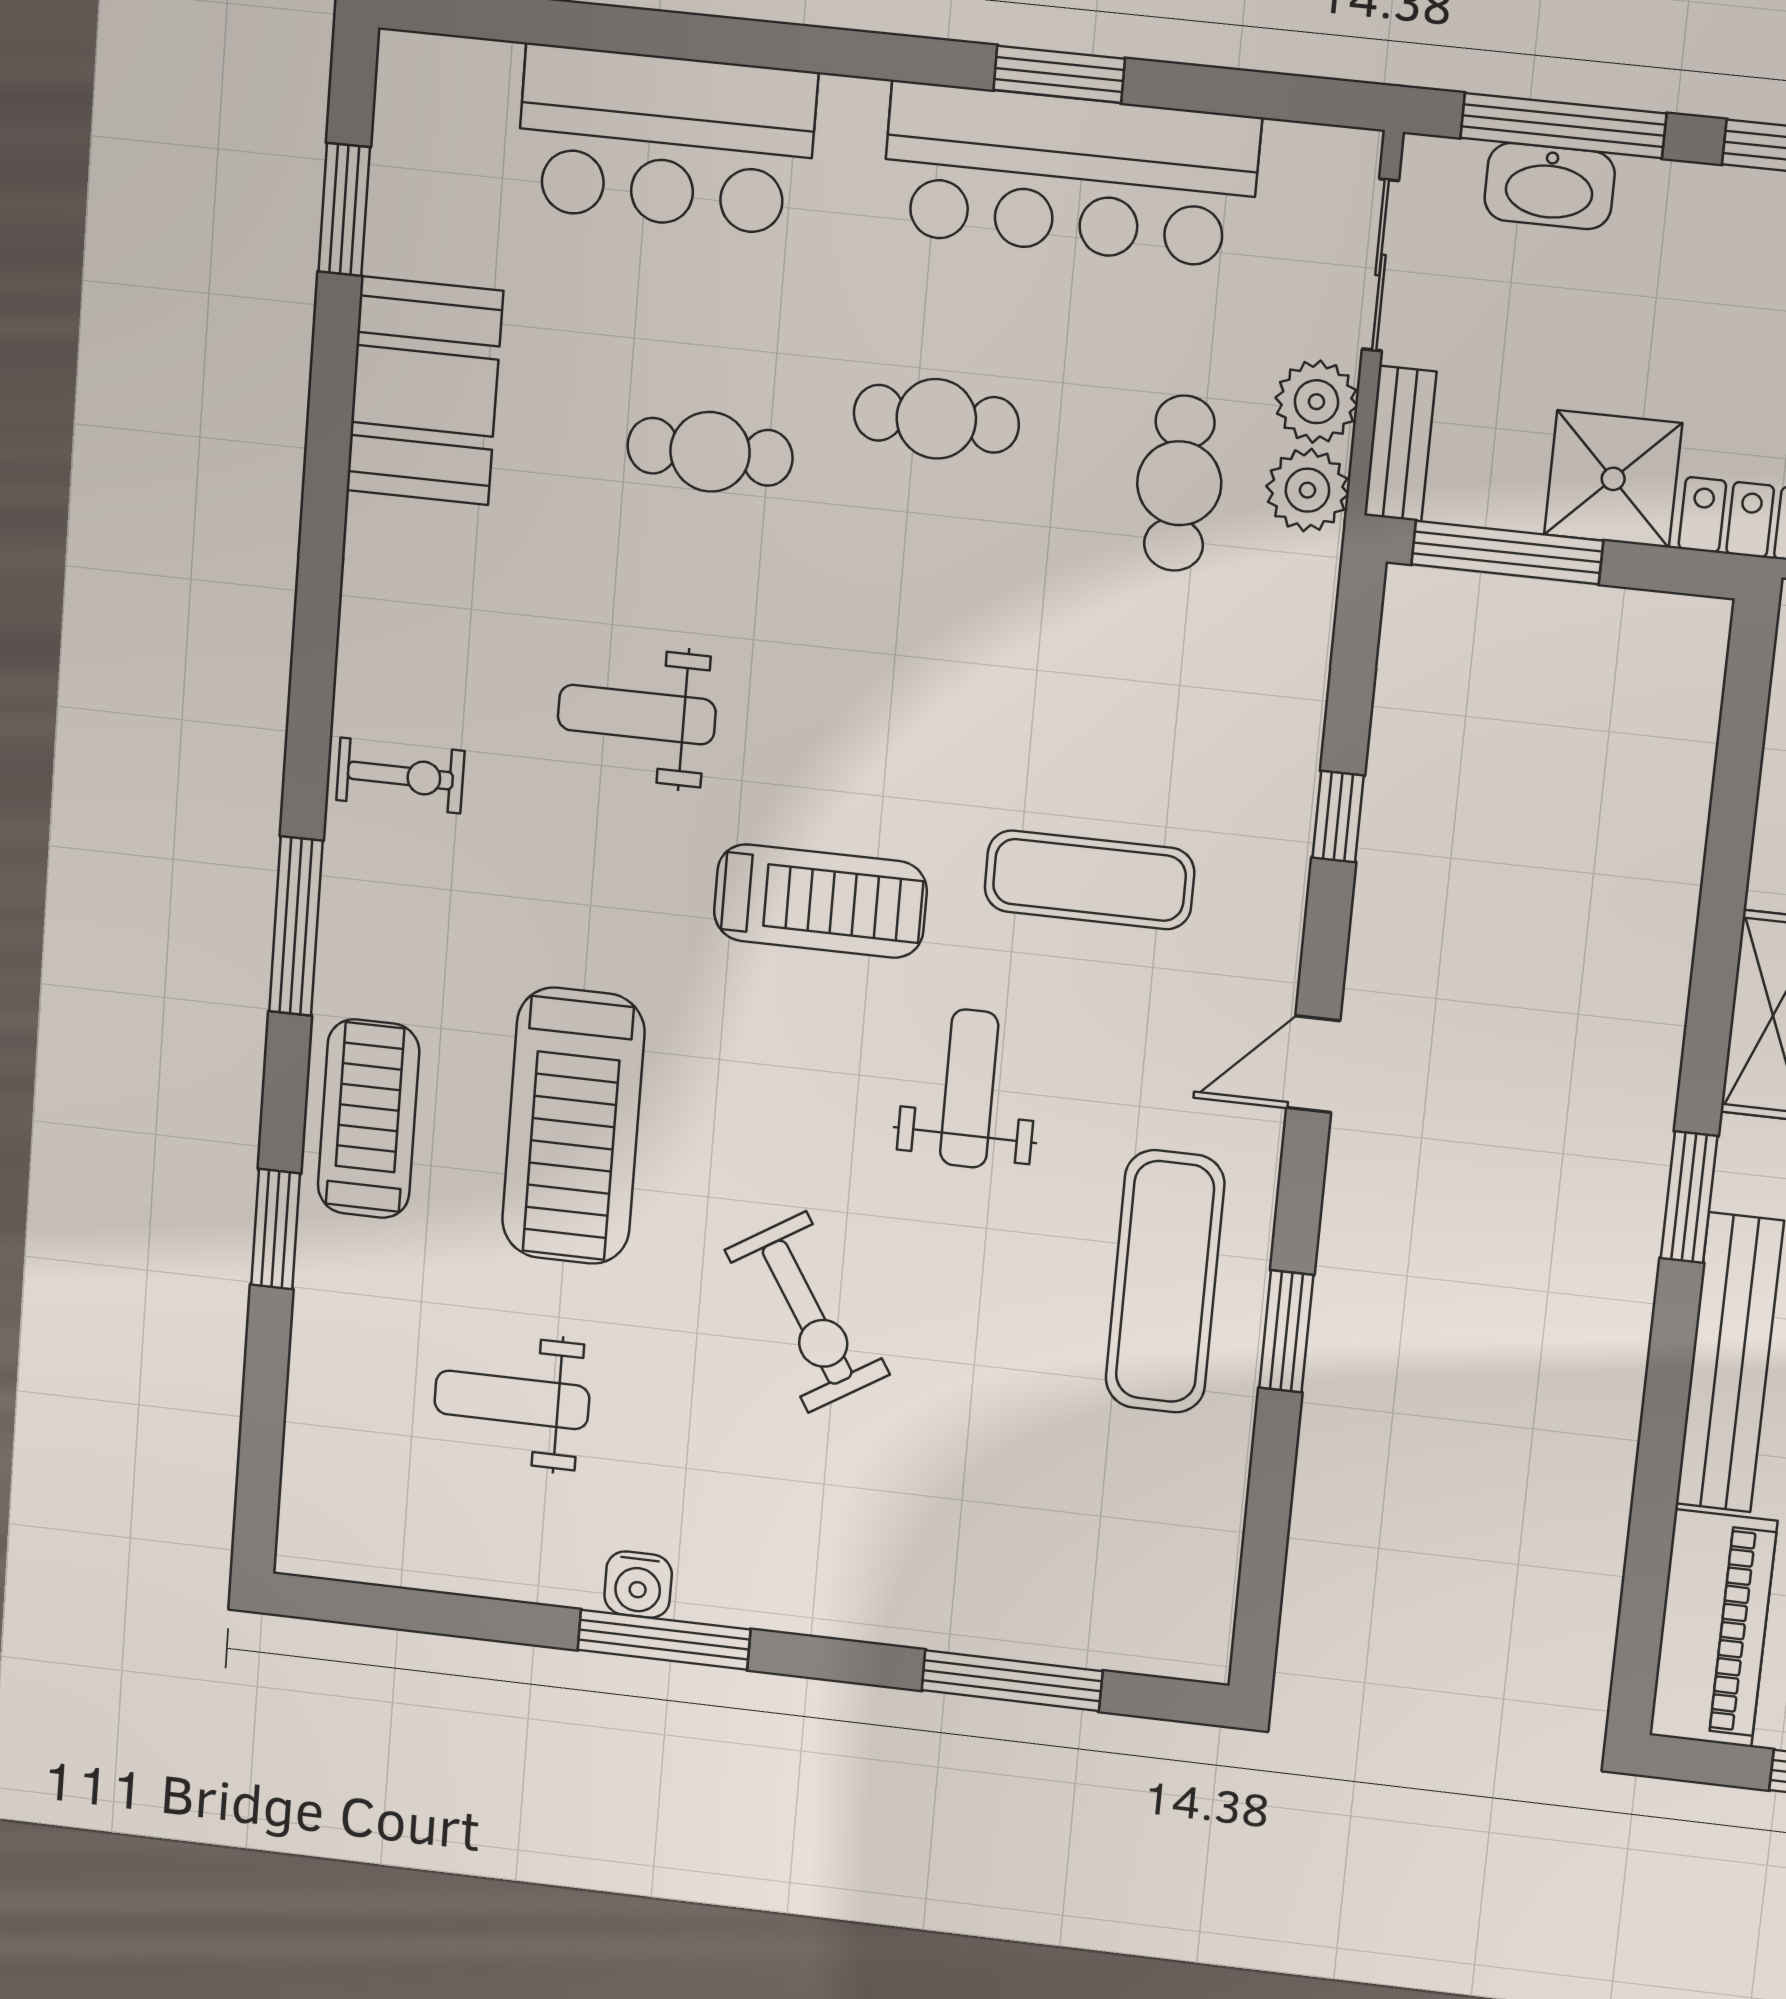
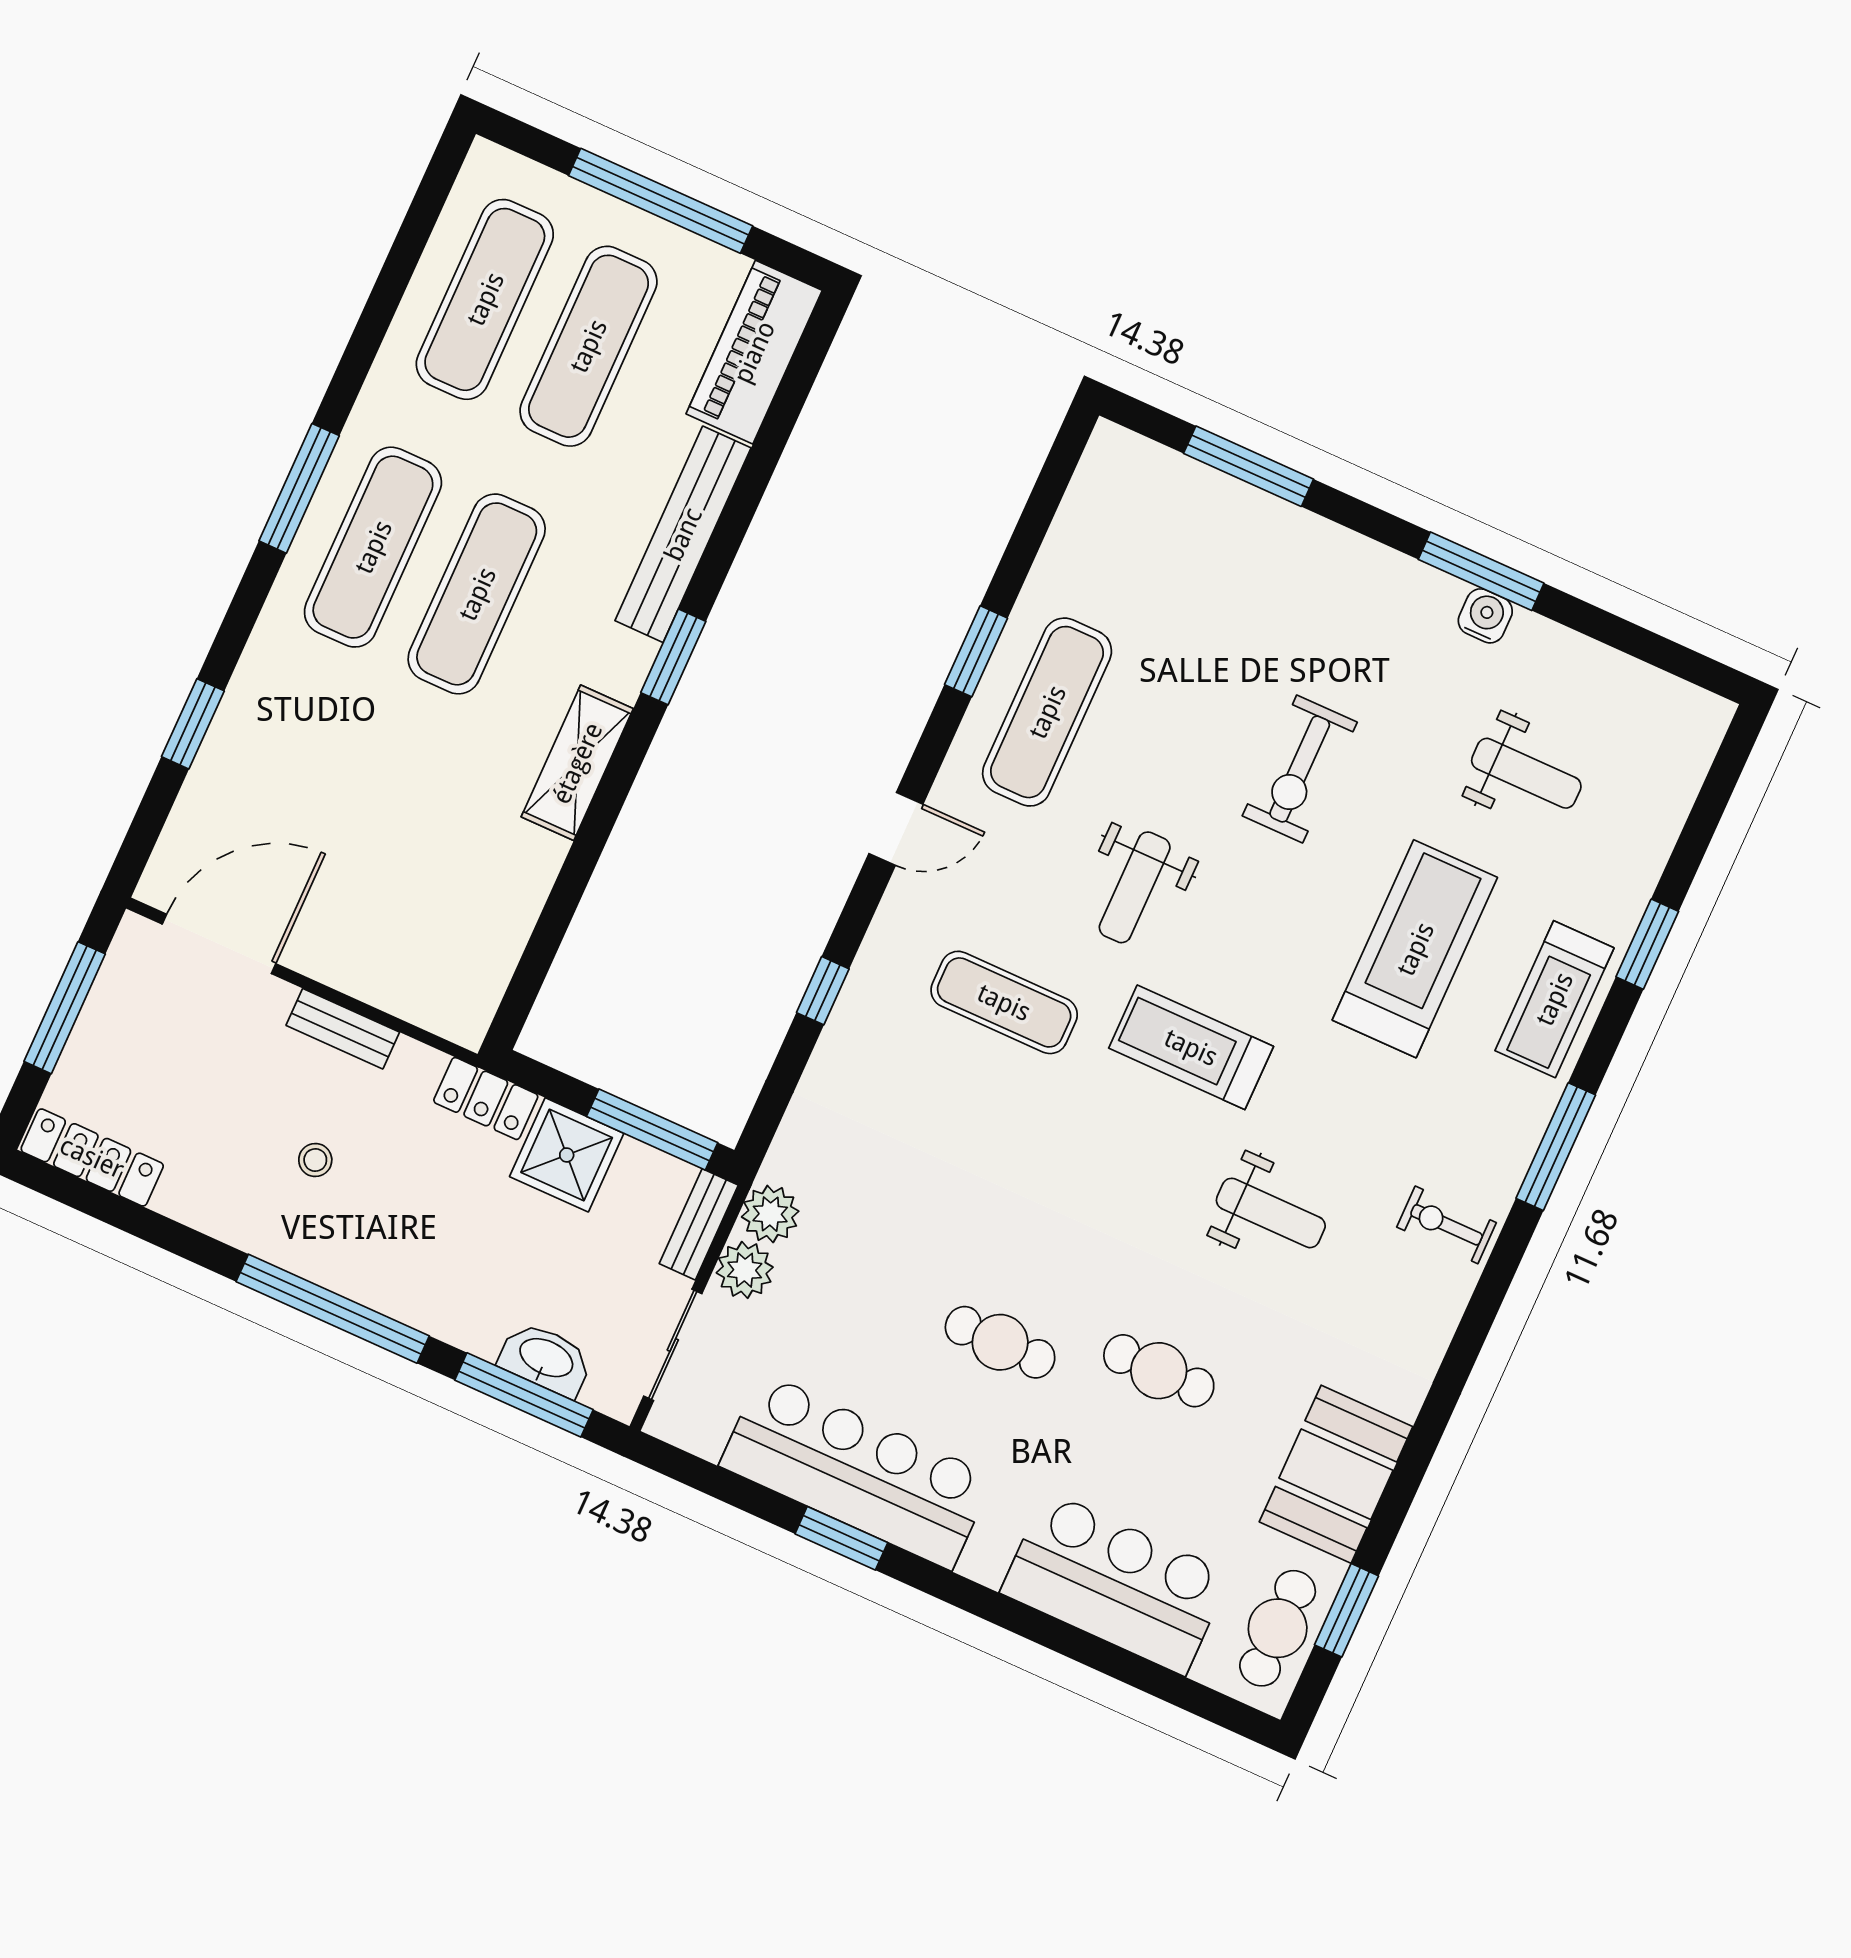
cafe table: (1179, 483) -> (1278, 1628), moved
exercise bike: (807, 1312) -> (1300, 769), turned -148

